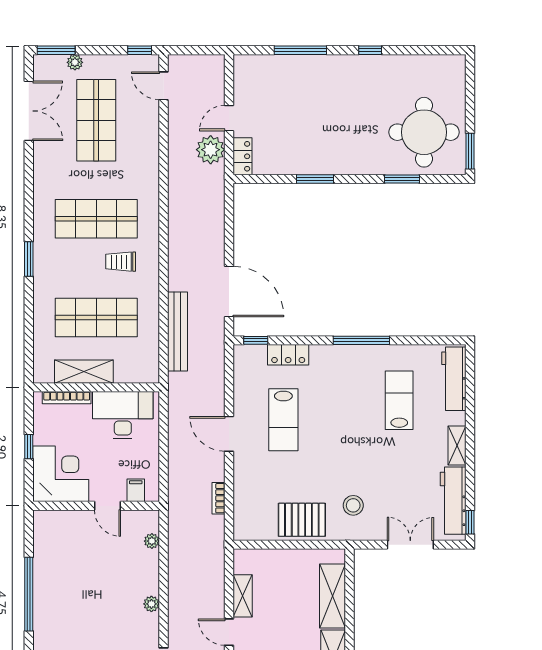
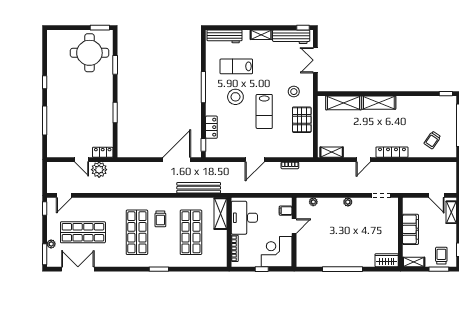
shelving: (84, 372) -> (221, 214), moved
stool: (343, 399) -> (235, 97), added
lab bench: (283, 420) -> (264, 111), moved, turned 90
shelving: (243, 596) -> (332, 152), moved

